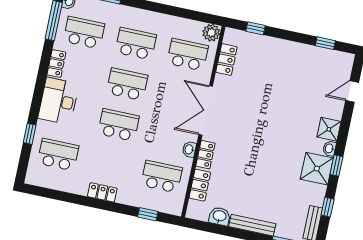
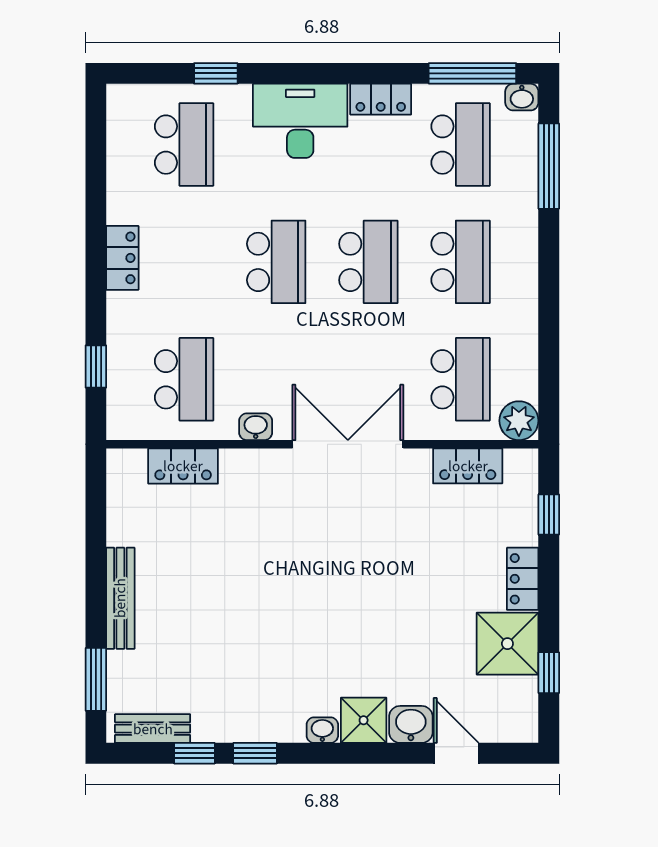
locker: (205, 155) -> (523, 579), moved, turned 90
window: (336, 166) -> (255, 753), moved
shower: (317, 169) -> (507, 644), moved
washbasin: (219, 216) -> (411, 724), moved, turned -90

